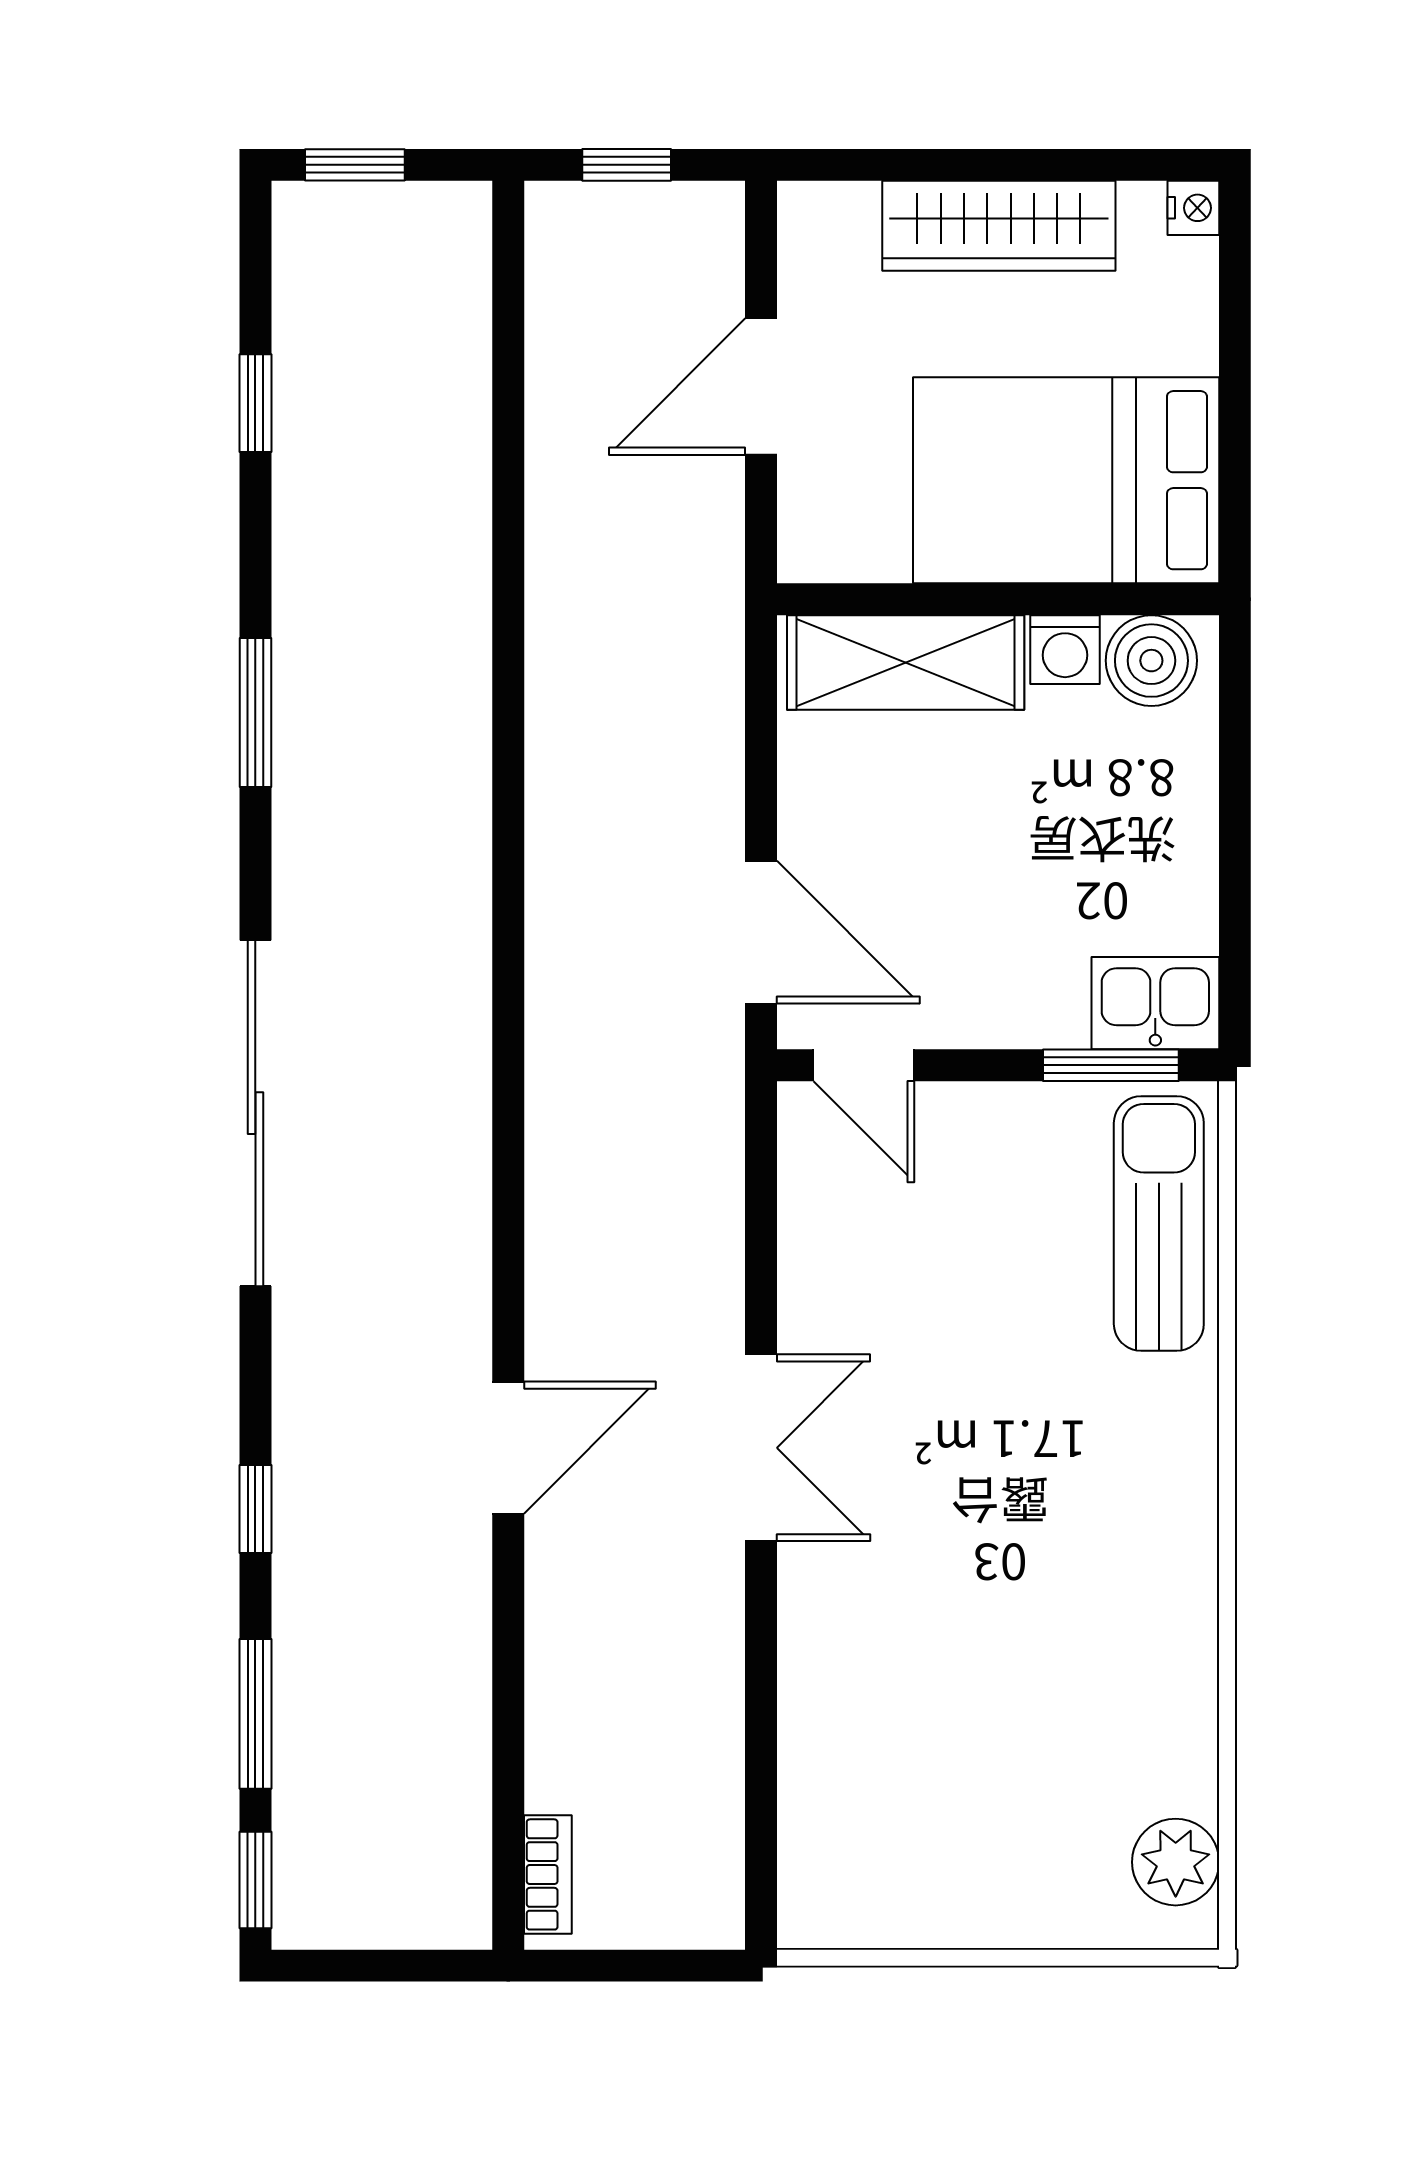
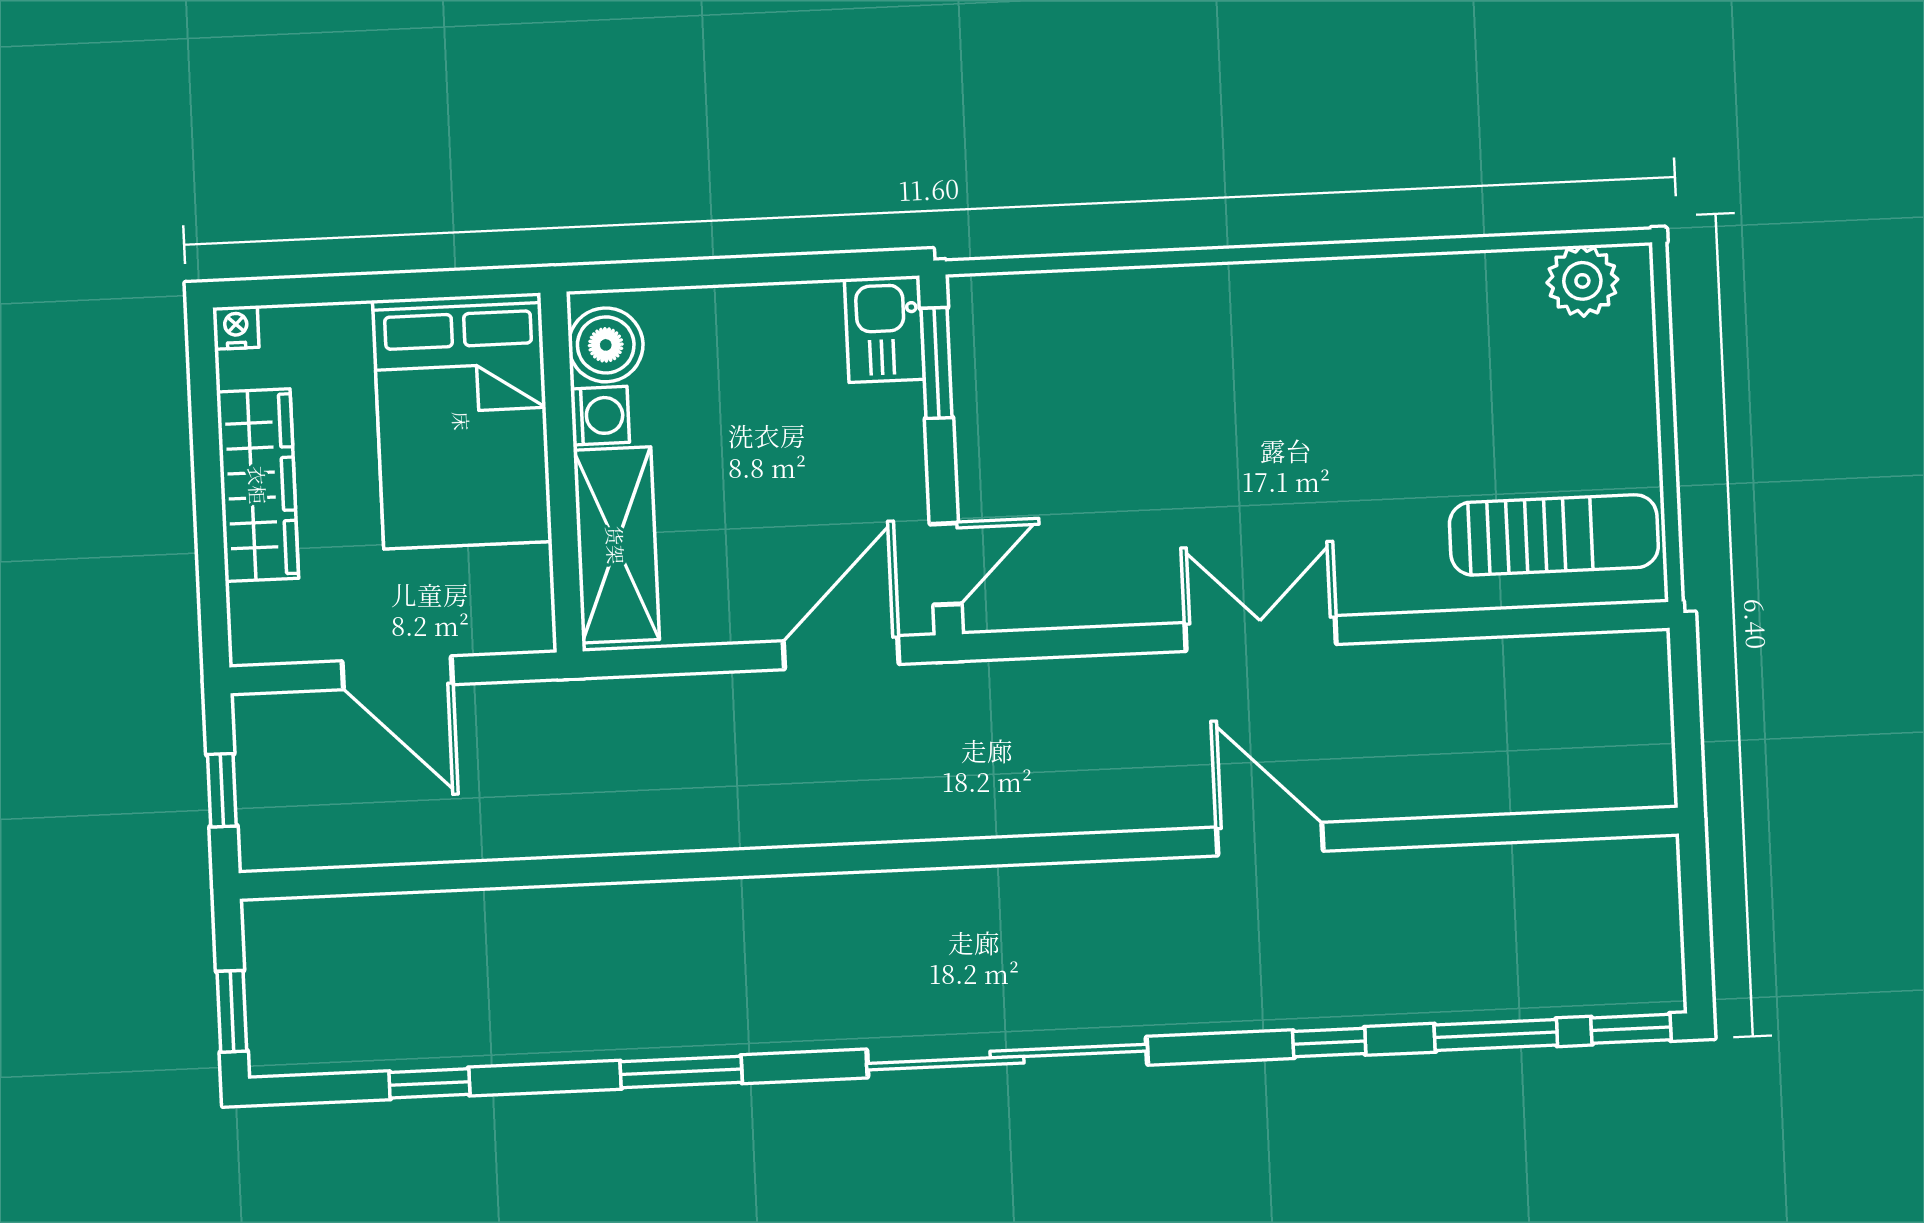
sun lounger: (1159, 1224) -> (1554, 535), moved, turned 180
bookcase: (548, 1874) -> (1616, 791), removed

